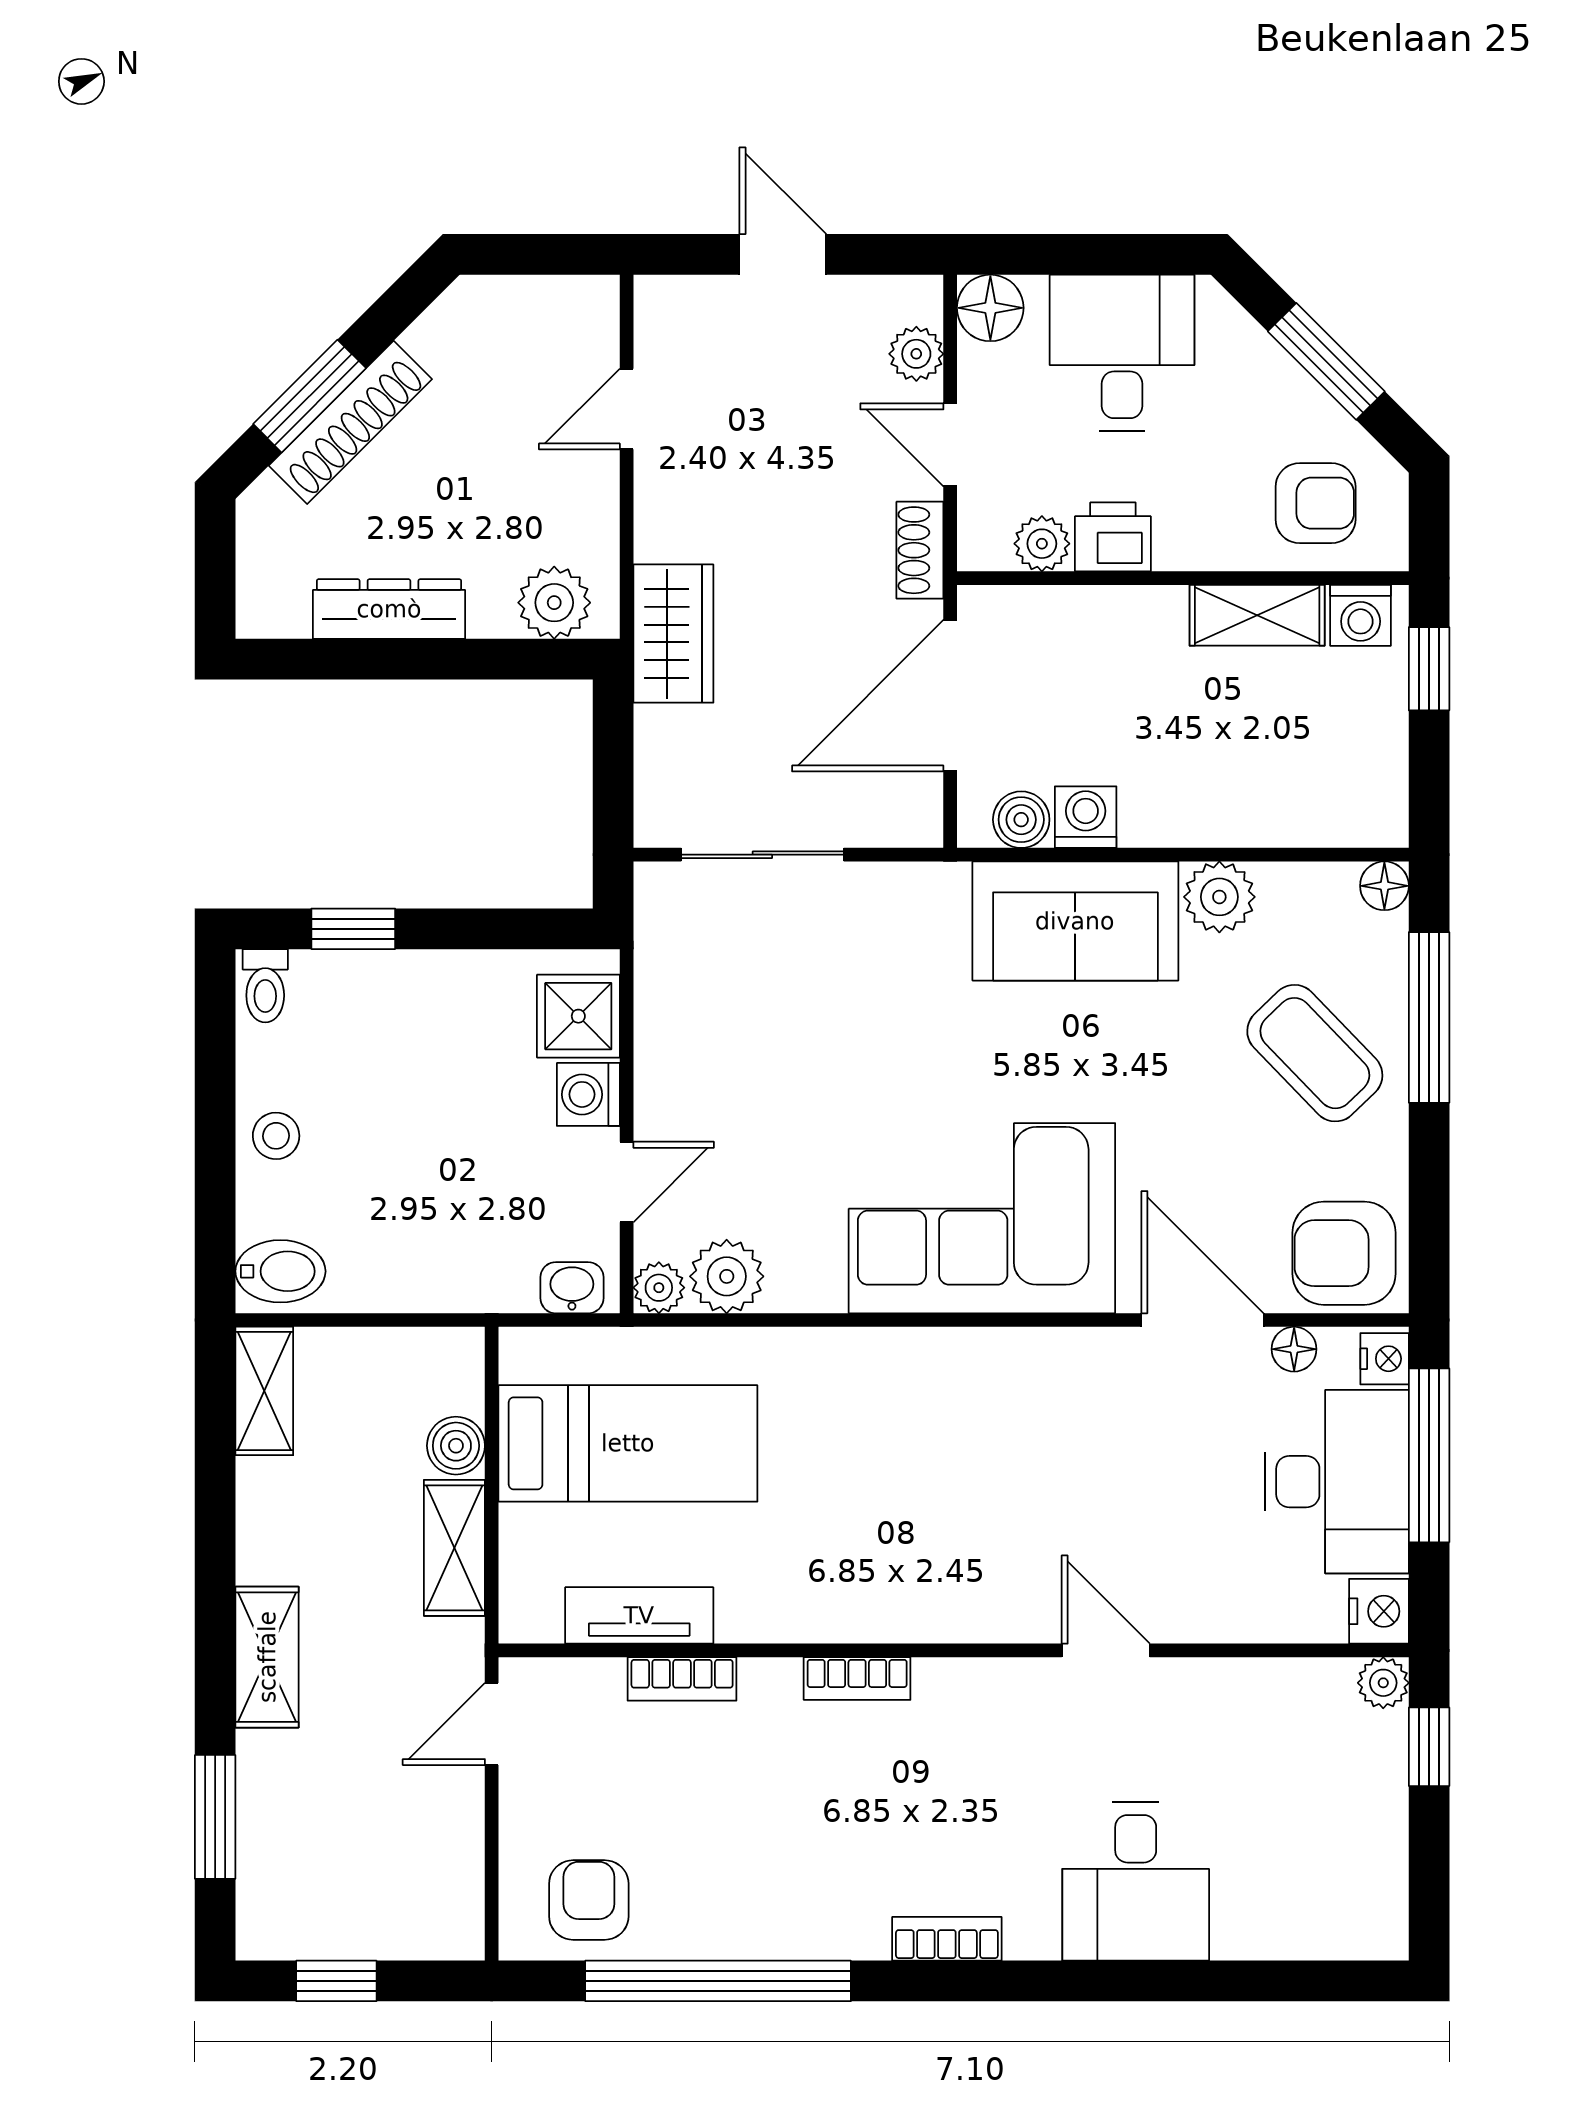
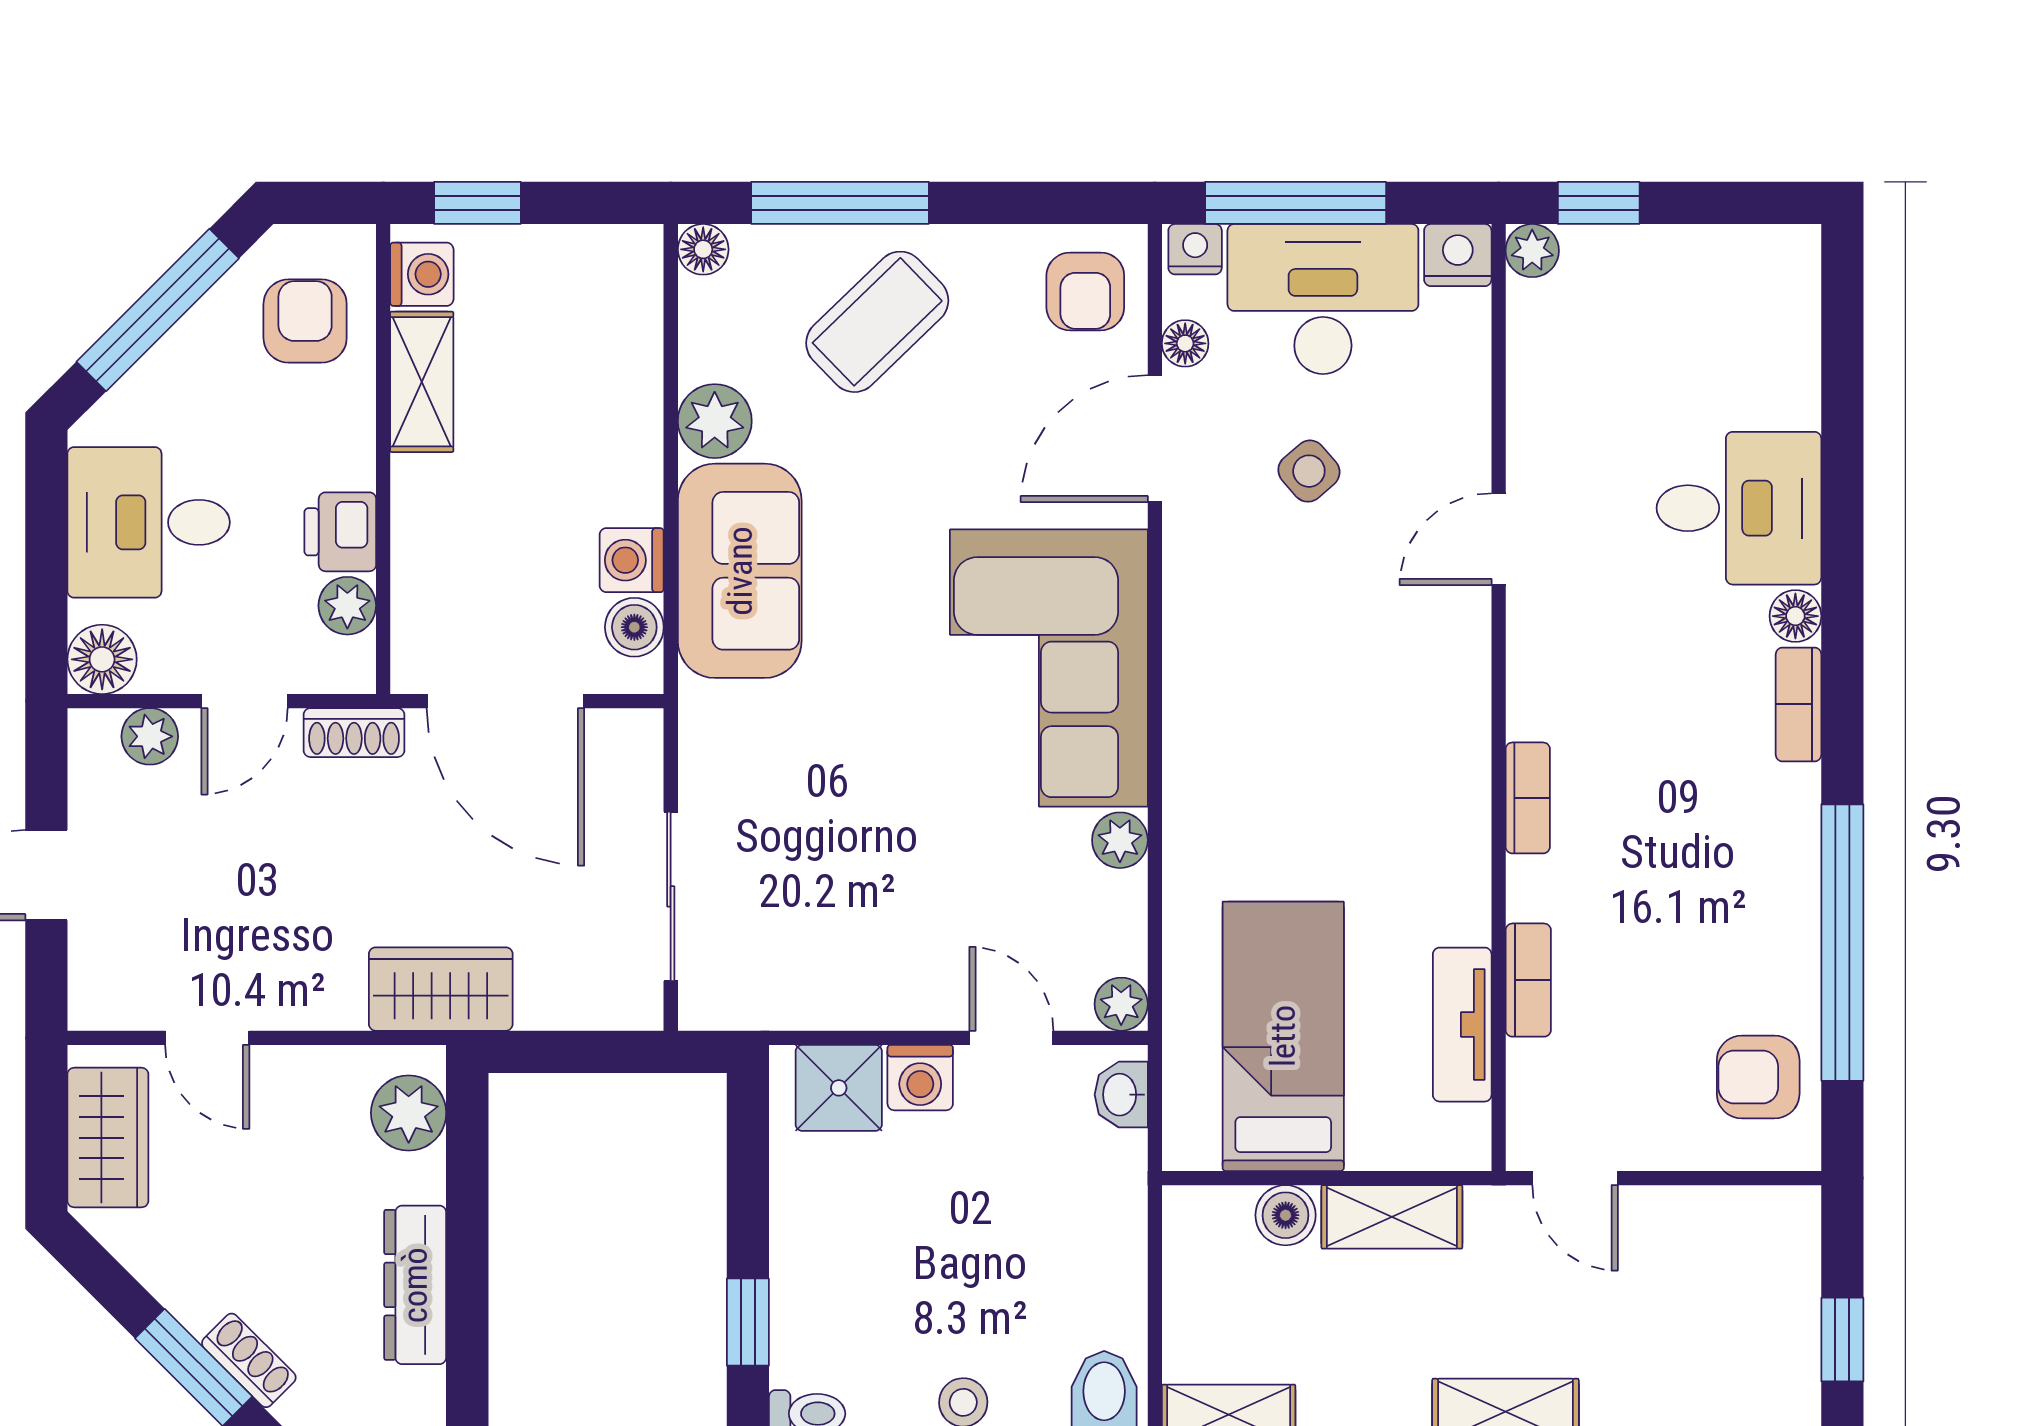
wardrobe: (531, 314) -> (108, 1138), added
window: (1326, 361) -> (158, 310), width x1.44
shoe rack: (350, 422) -> (249, 1360), width x0.51, depth x0.81
armchair: (1344, 1253) -> (1085, 291), width x0.72, depth x0.72
plant: (727, 1276) -> (1120, 840), moved, width x0.73, depth x0.73
side table: (1171, 1468) -> (1309, 471), added
floor lamp: (1032, 1936) -> (1795, 616), added

